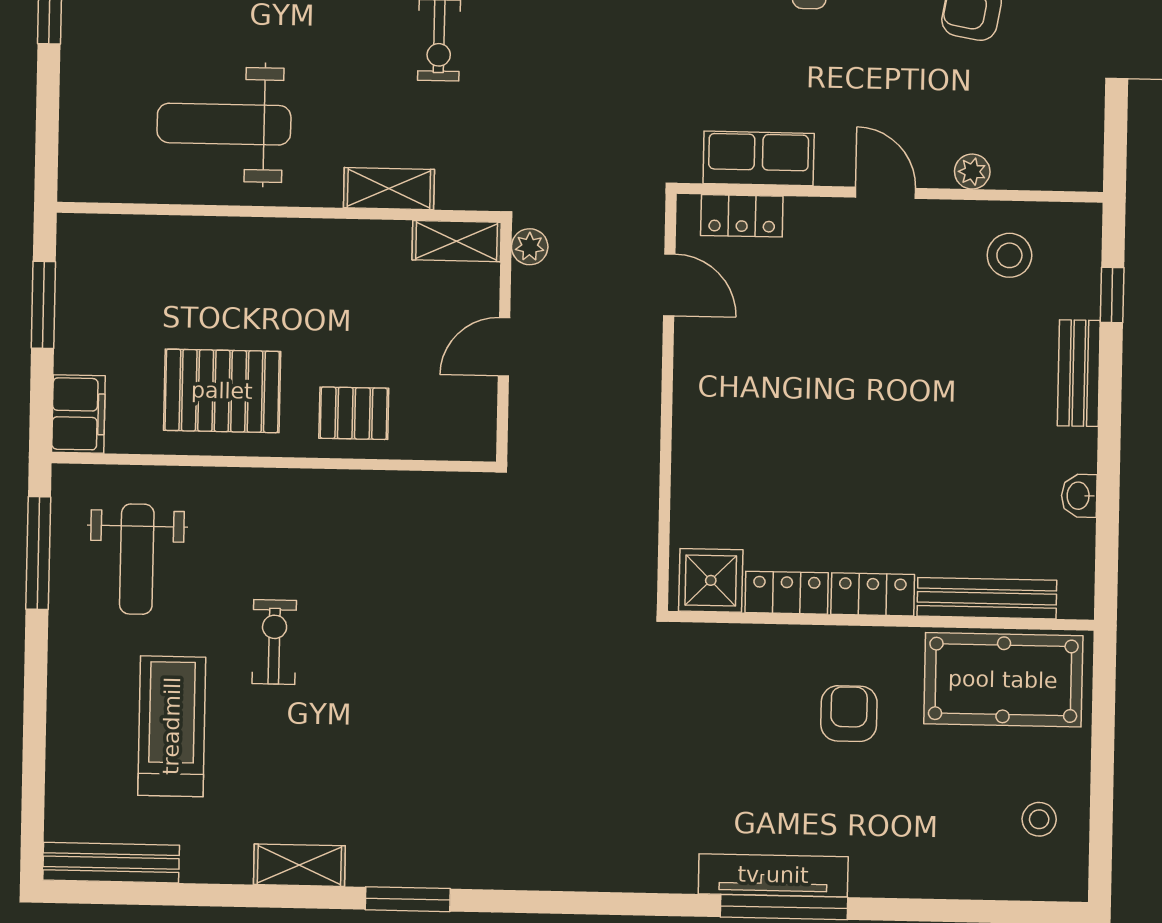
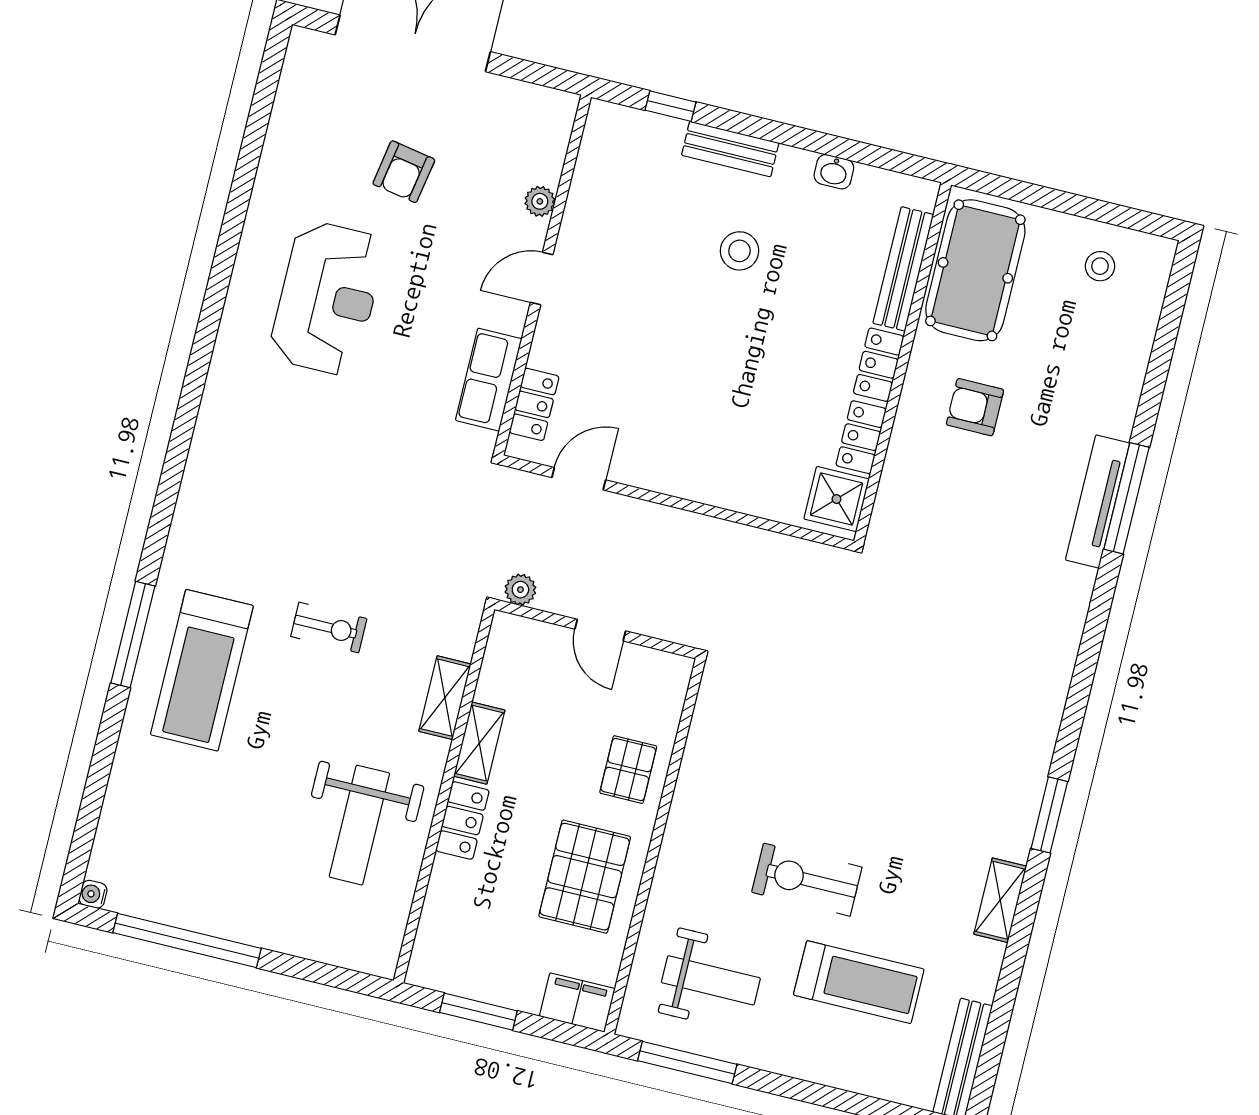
locker: (255, 239) -> (462, 820), added
shelving: (457, 241) -> (479, 743), moved
stool: (1009, 255) -> (739, 251), moved
exercise bike: (274, 642) -> (807, 880), width x1.38, depth x1.39
treadmill: (172, 726) -> (859, 982), turned 180

